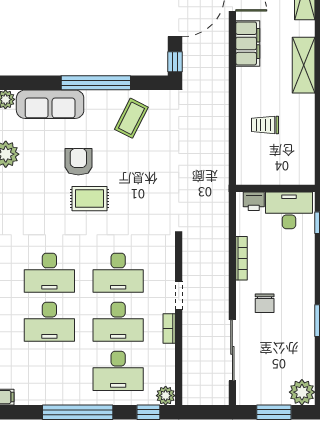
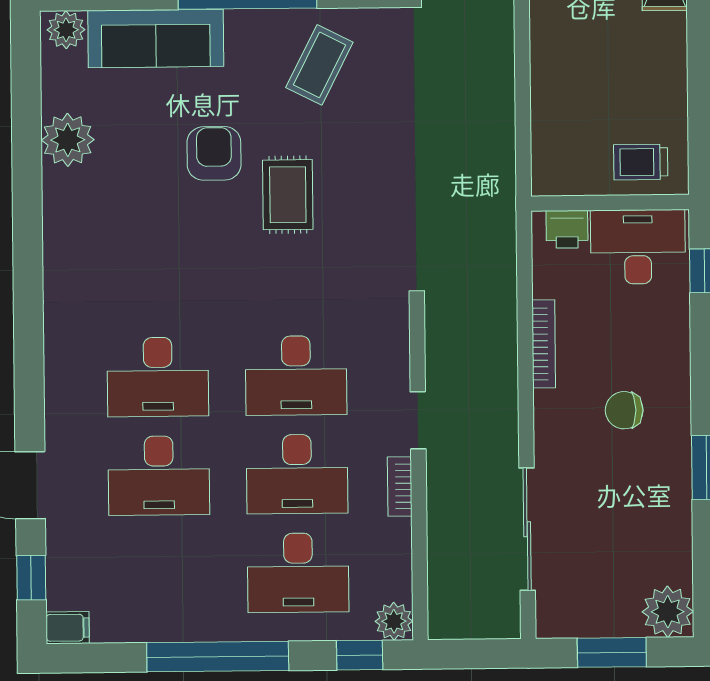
trolley: (265, 125) -> (641, 162), moved
rug: (89, 199) -> (288, 195), moved, turned 90
chair: (265, 303) -> (624, 410), moved, turned 90

